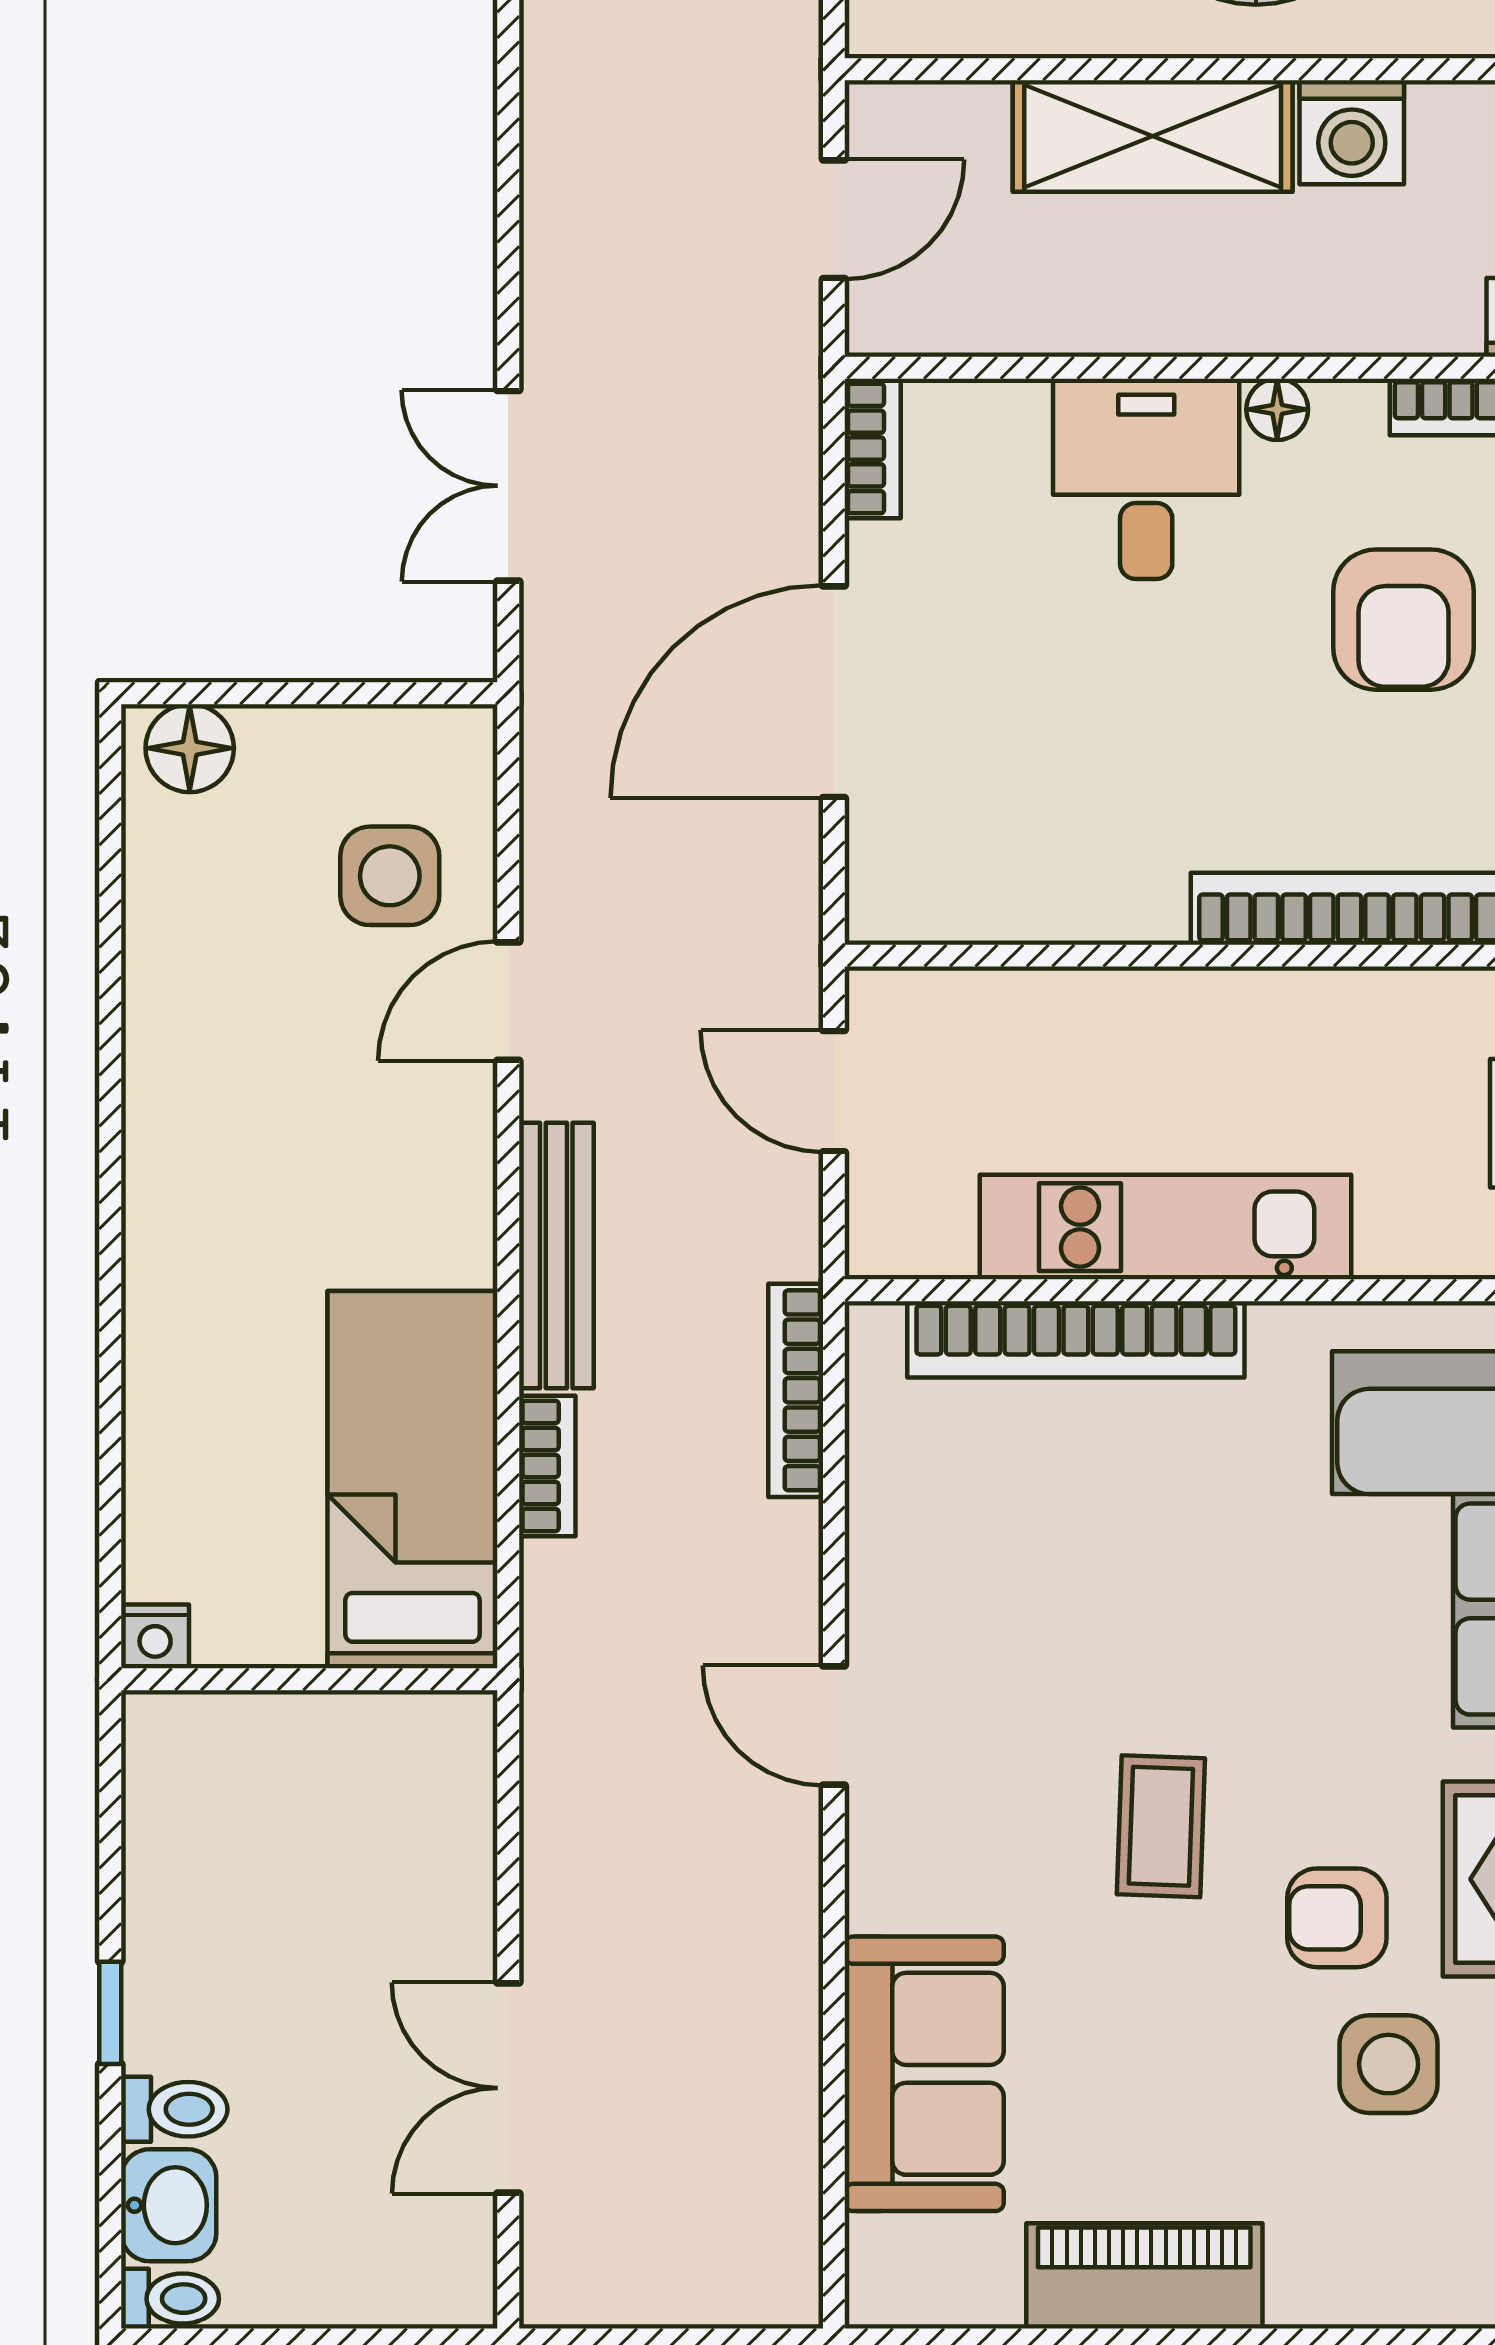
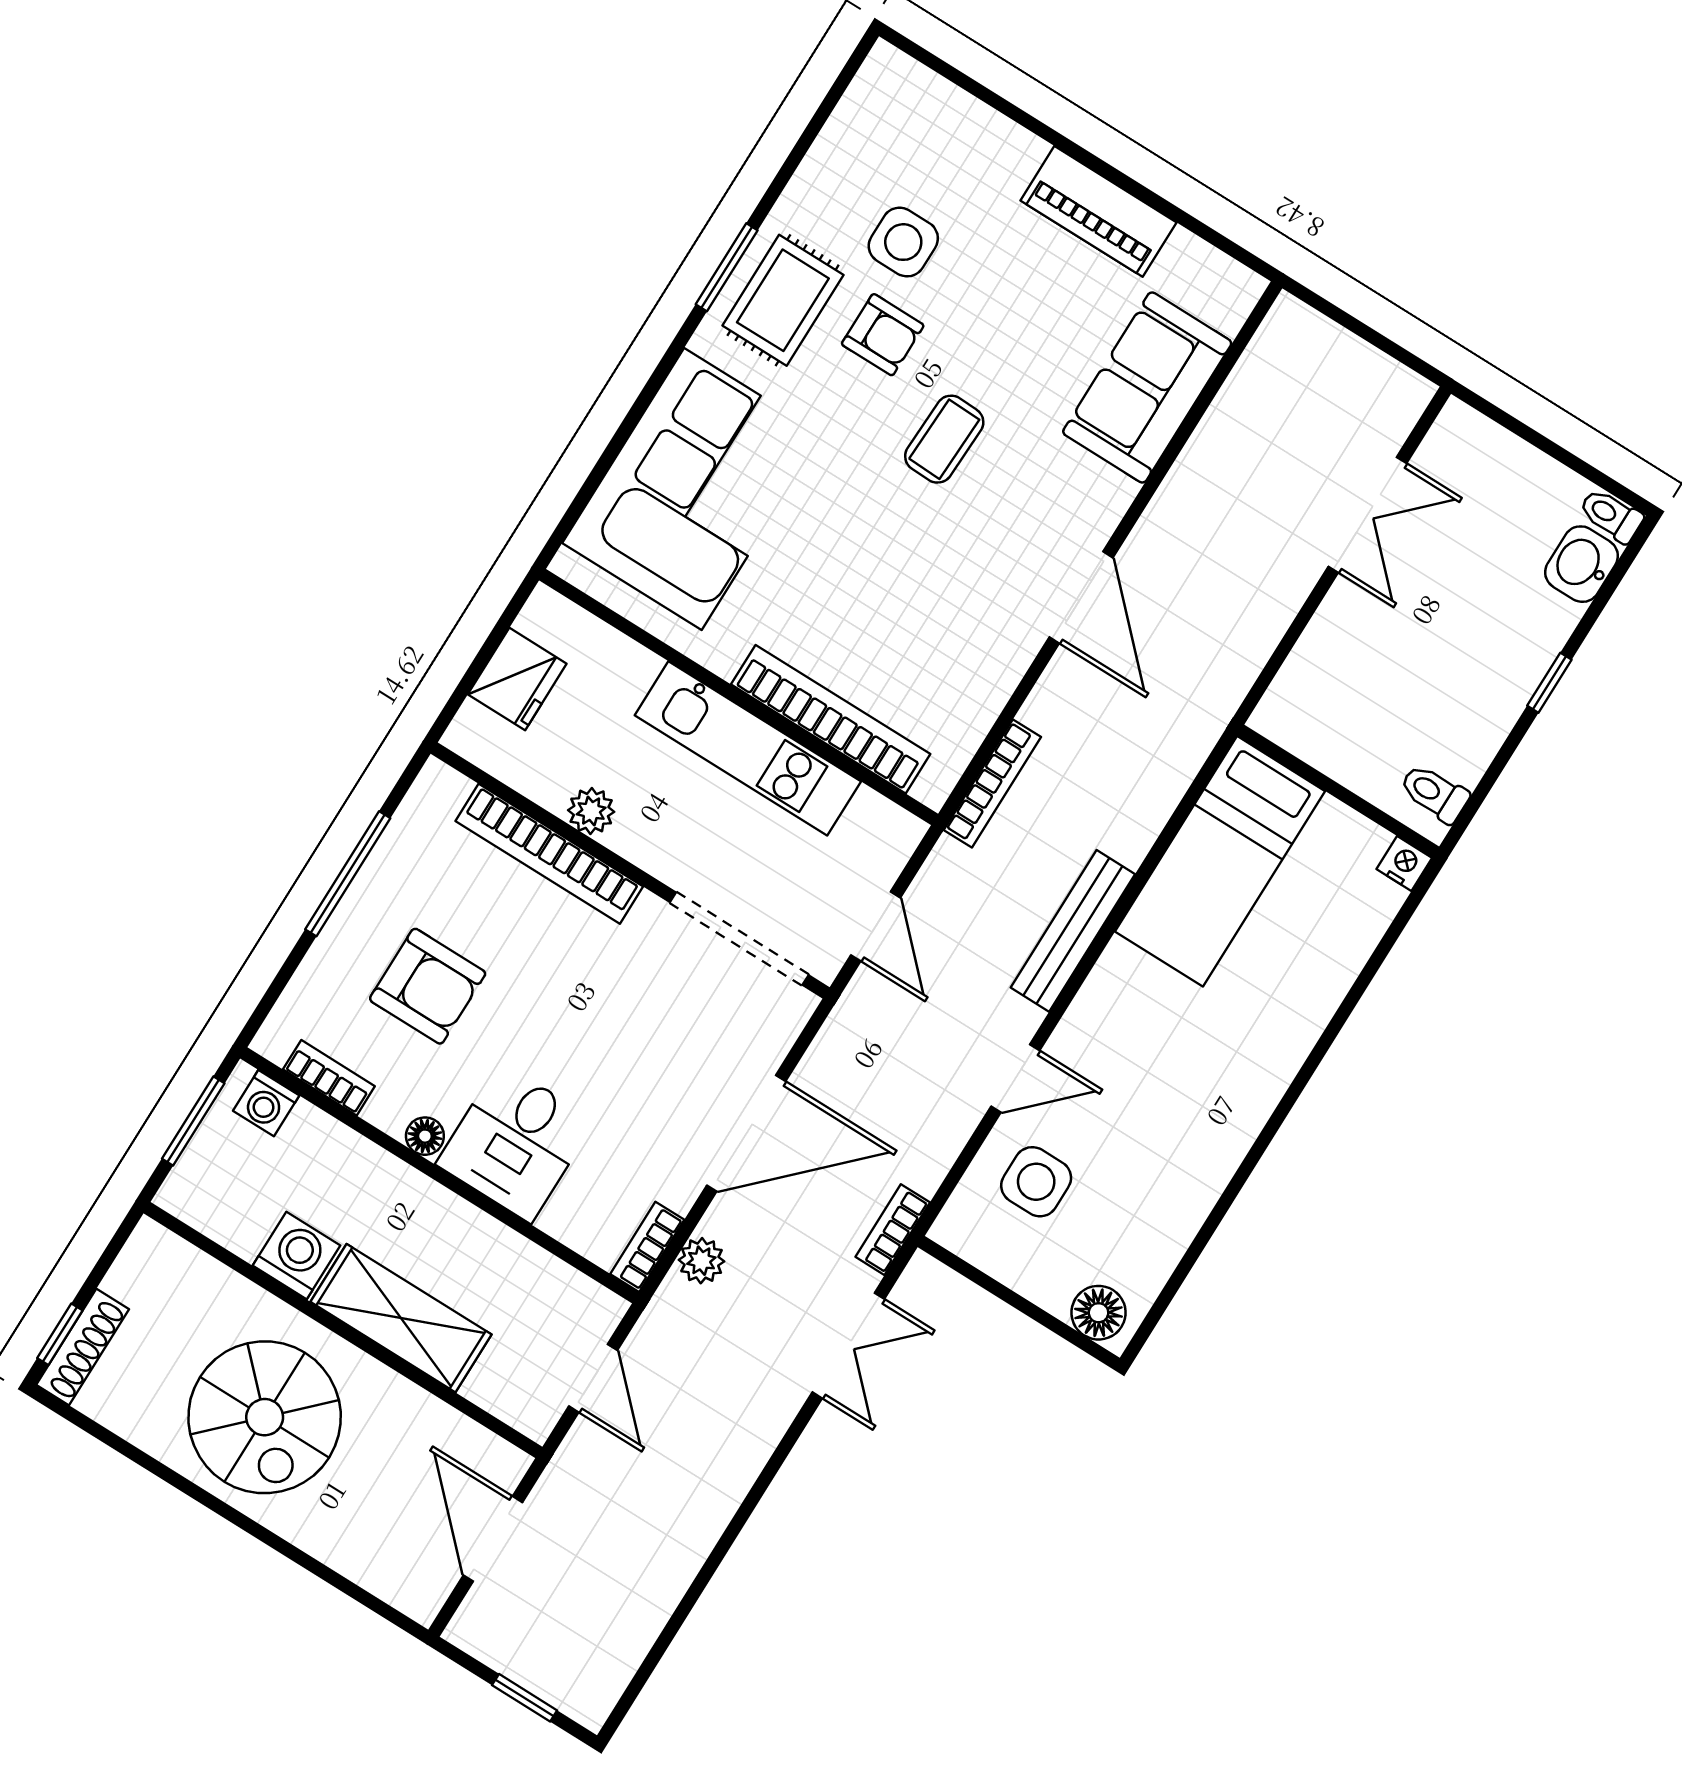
door: (834, 219) -> (593, 1378), swing flipped
plant: (786, 476) -> (701, 1261), added
armchair: (1403, 620) -> (428, 986), turned 90
doorway: (1012, 956) -> (739, 939), added
plant: (1328, 1004) -> (591, 811), added
bookcase: (547, 1466) -> (893, 1230), moved
door: (834, 1725) -> (1081, 597), width x1.38
toilet: (174, 2109) -> (1434, 793), moved

